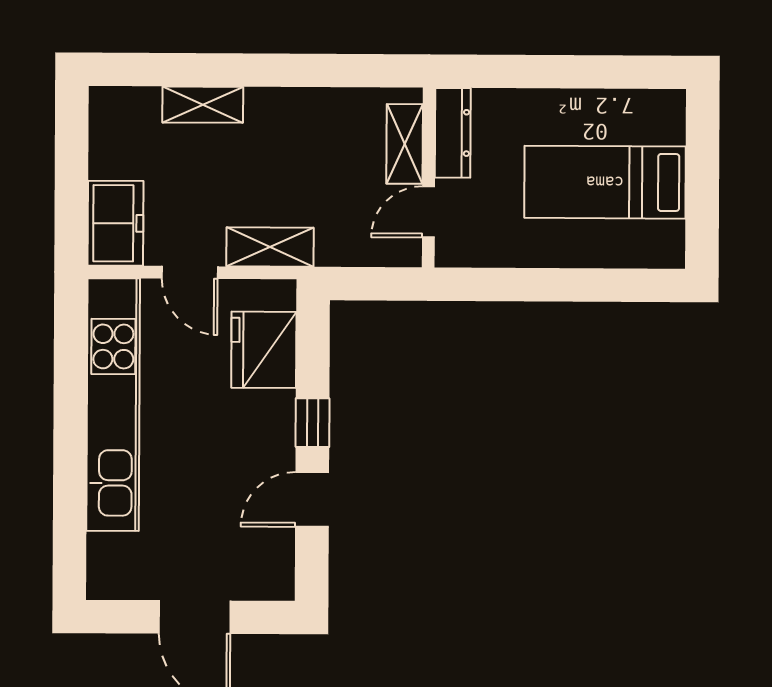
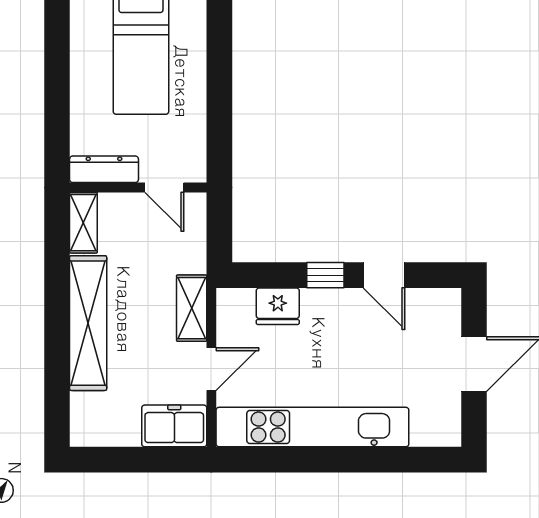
shelving: (203, 105) -> (88, 323), width x2.20, depth x1.33
shelving: (405, 144) -> (83, 223), moved, turned 90
fridge: (264, 350) -> (278, 306), width x0.73, depth x0.75

